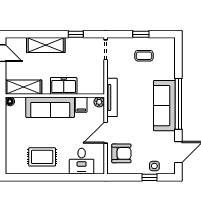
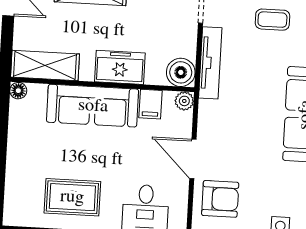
boiler: (96, 87) -> (181, 72), added
tv unit: (112, 97) -> (210, 63), moved
door: (106, 133) -> (193, 159), hinge flipped

